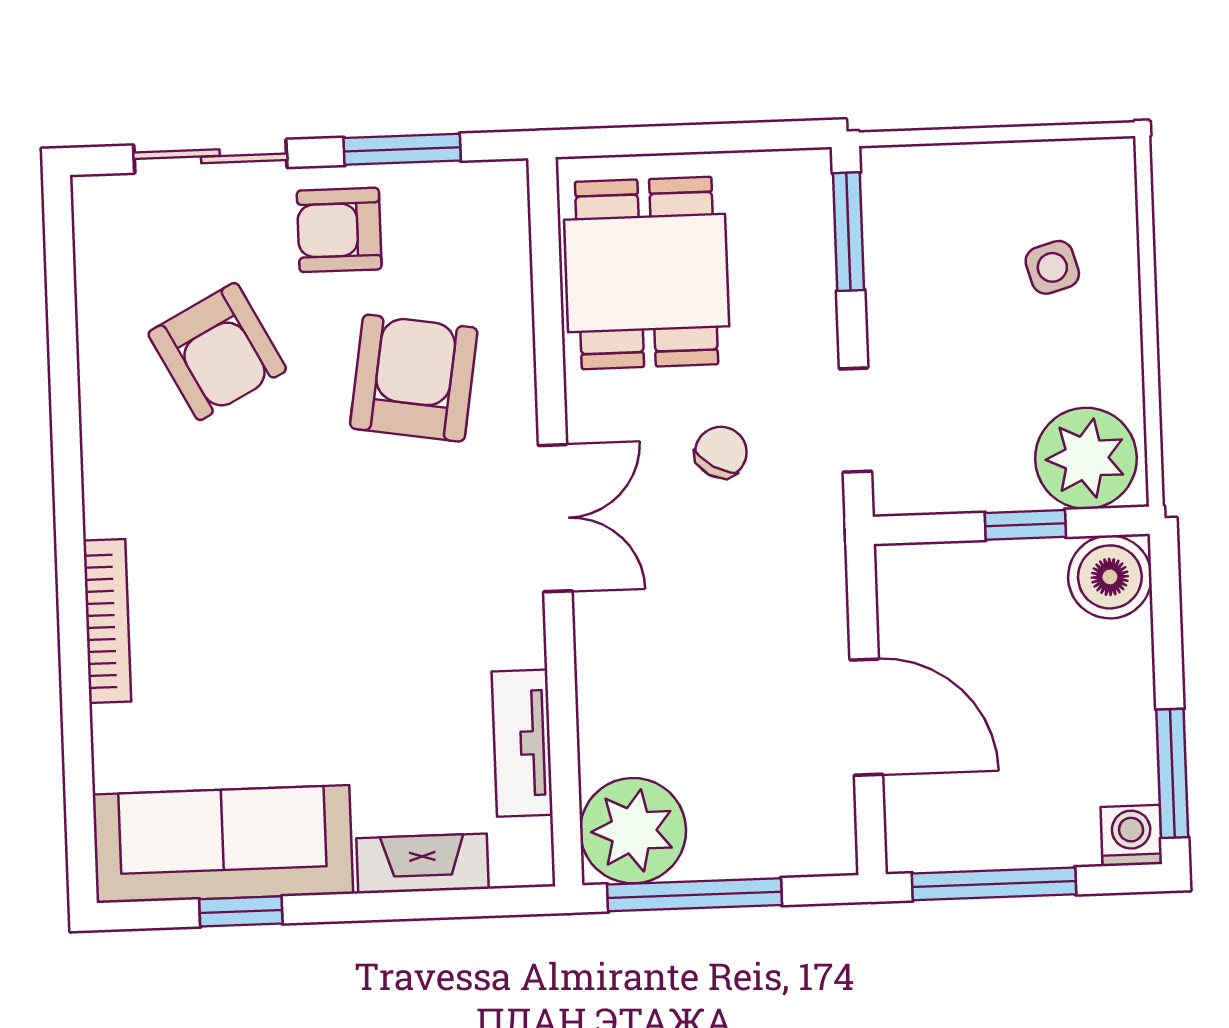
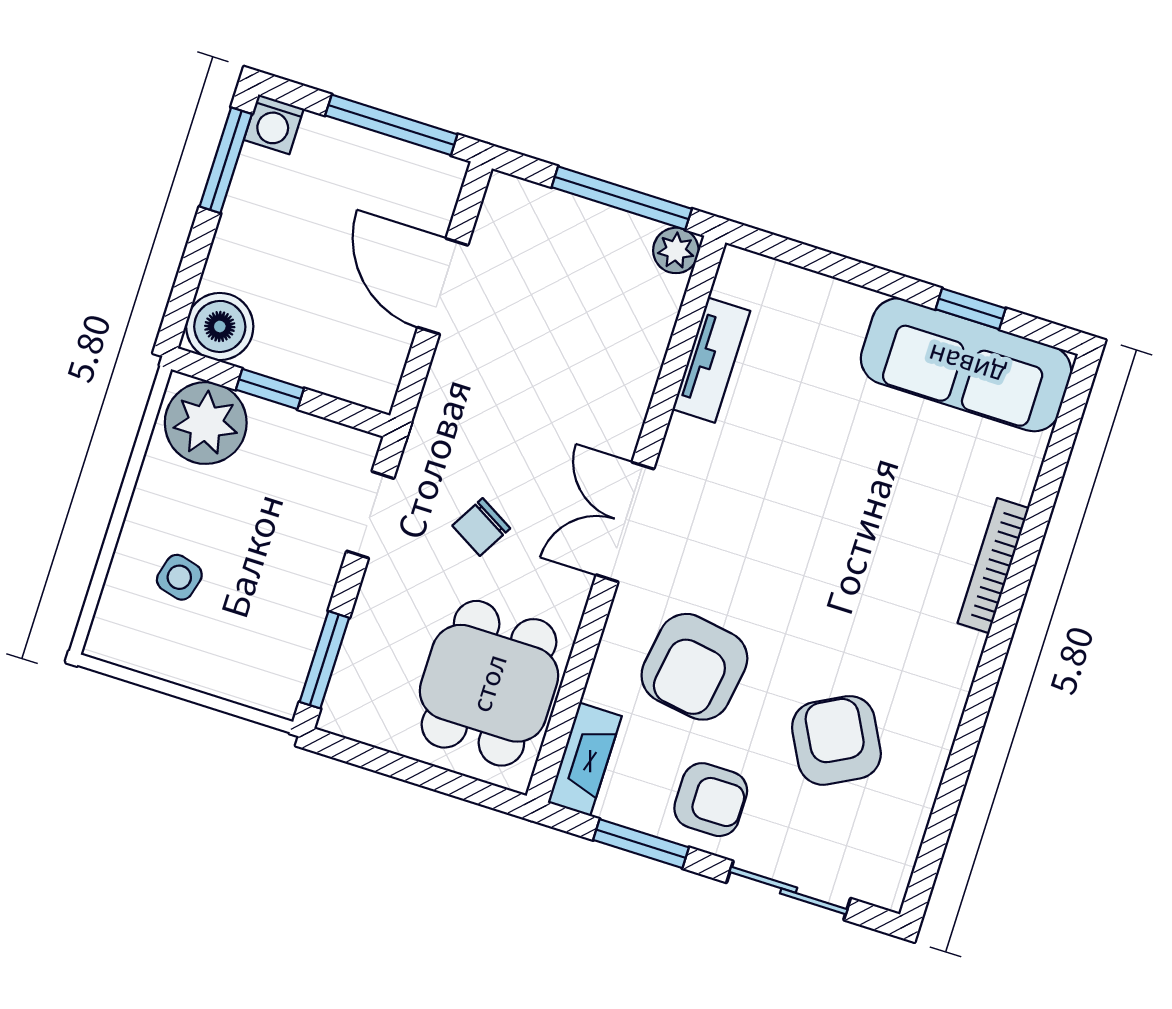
side table: (1052, 267) -> (179, 577), turned 31
plant: (633, 831) -> (676, 250), width x0.53, depth x0.53
fireplace: (422, 863) -> (585, 759), moved, turned -90

